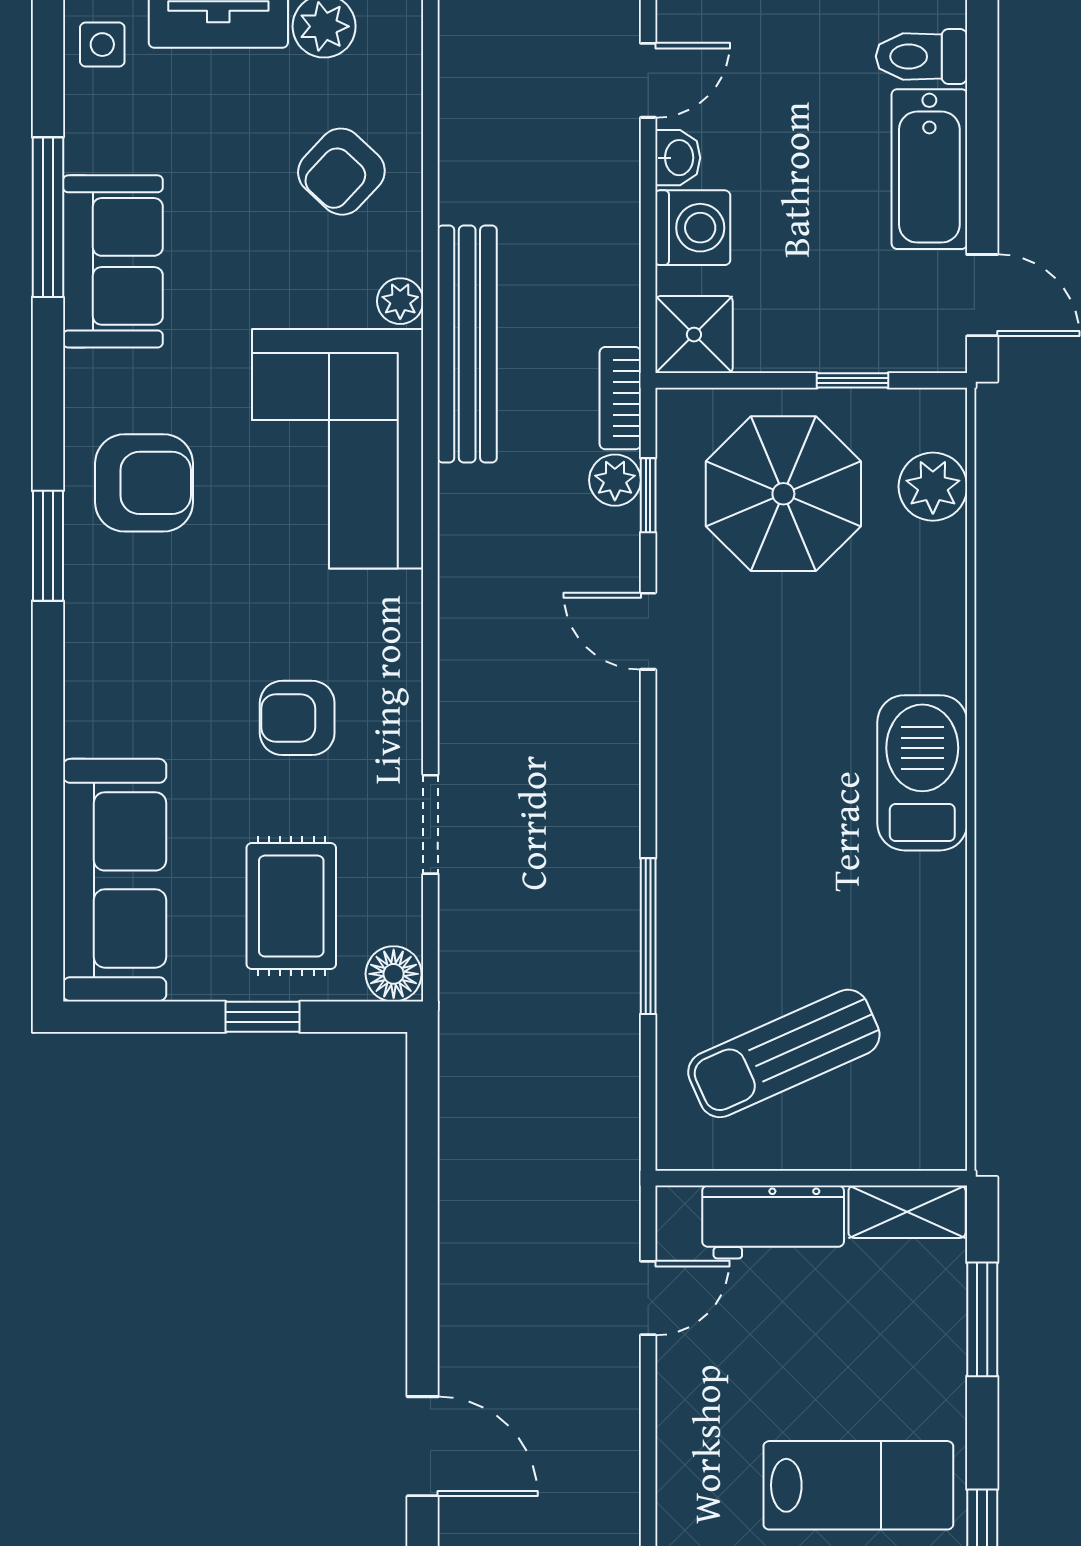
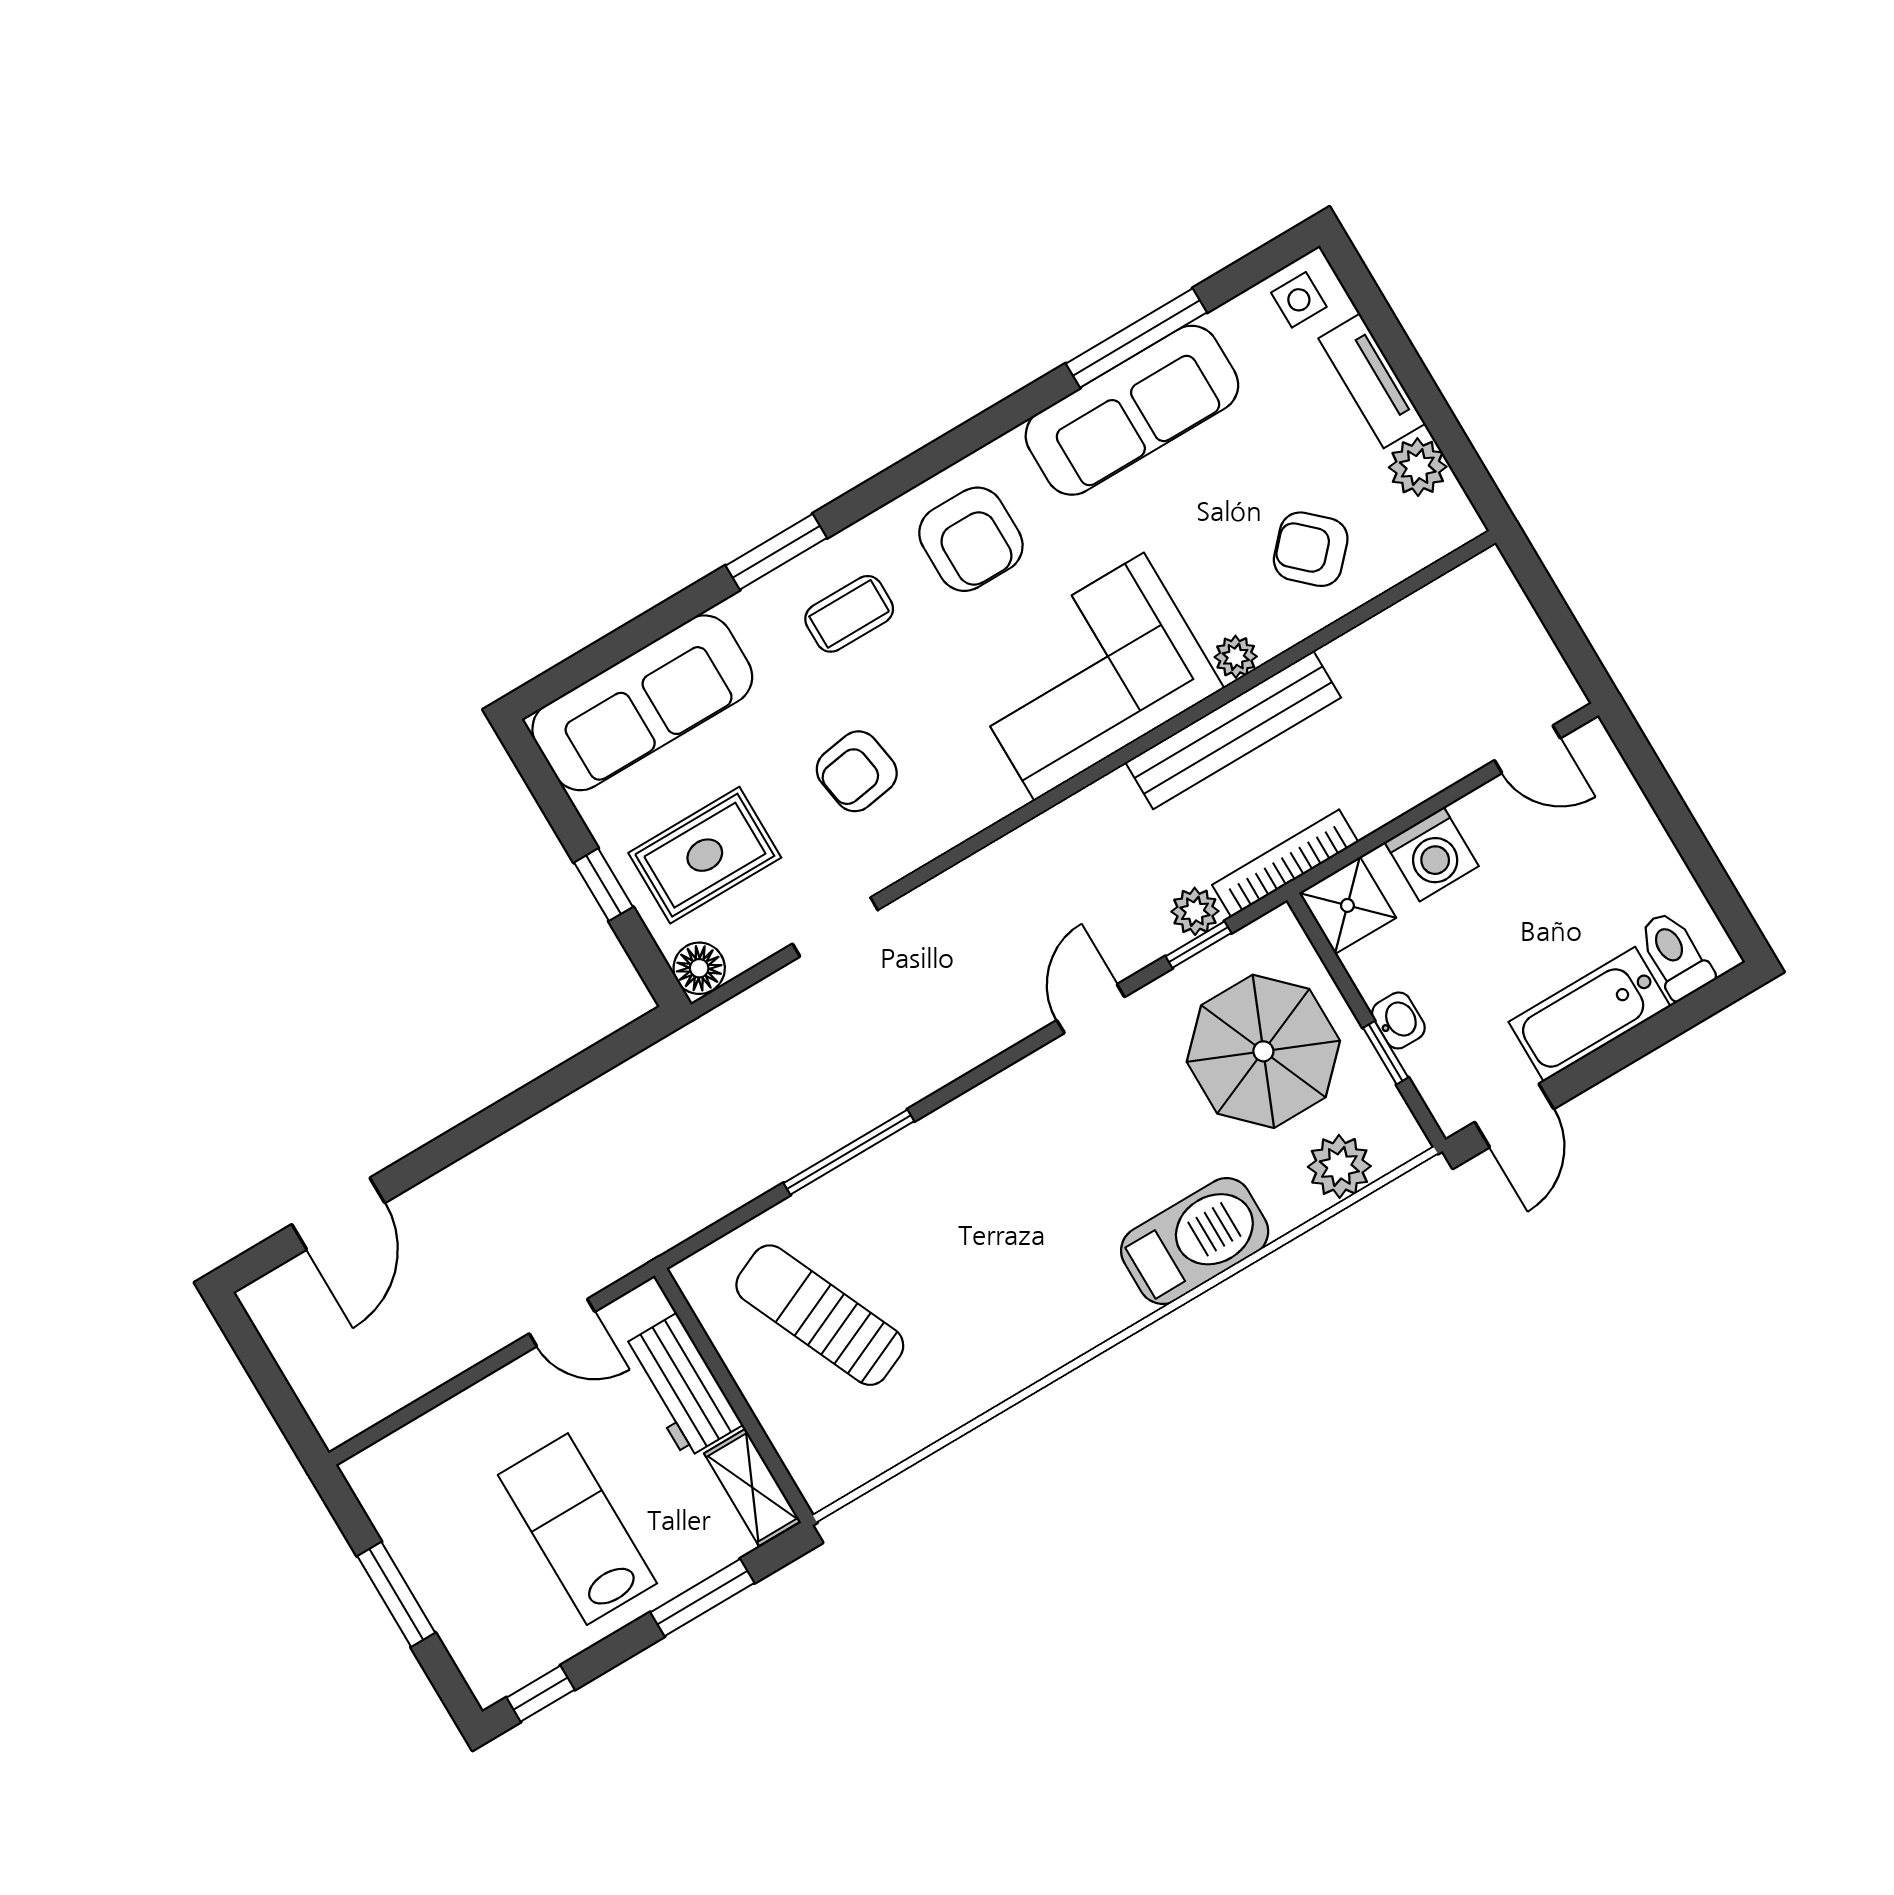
washbasin: (678, 158) -> (1398, 1020), moved, turned -90
sofa: (113, 261) -> (1132, 410), width x1.36
bookcase: (620, 398) -> (1285, 863), width x1.56
window: (48, 546) -> (776, 552), moved
coffee table: (146, 638) -> (849, 614), added
armchair: (297, 718) -> (857, 771), turned -99
barbecue: (922, 773) -> (1195, 1241), moved
lab bench: (858, 1485) -> (577, 1529), moved, turned 180

